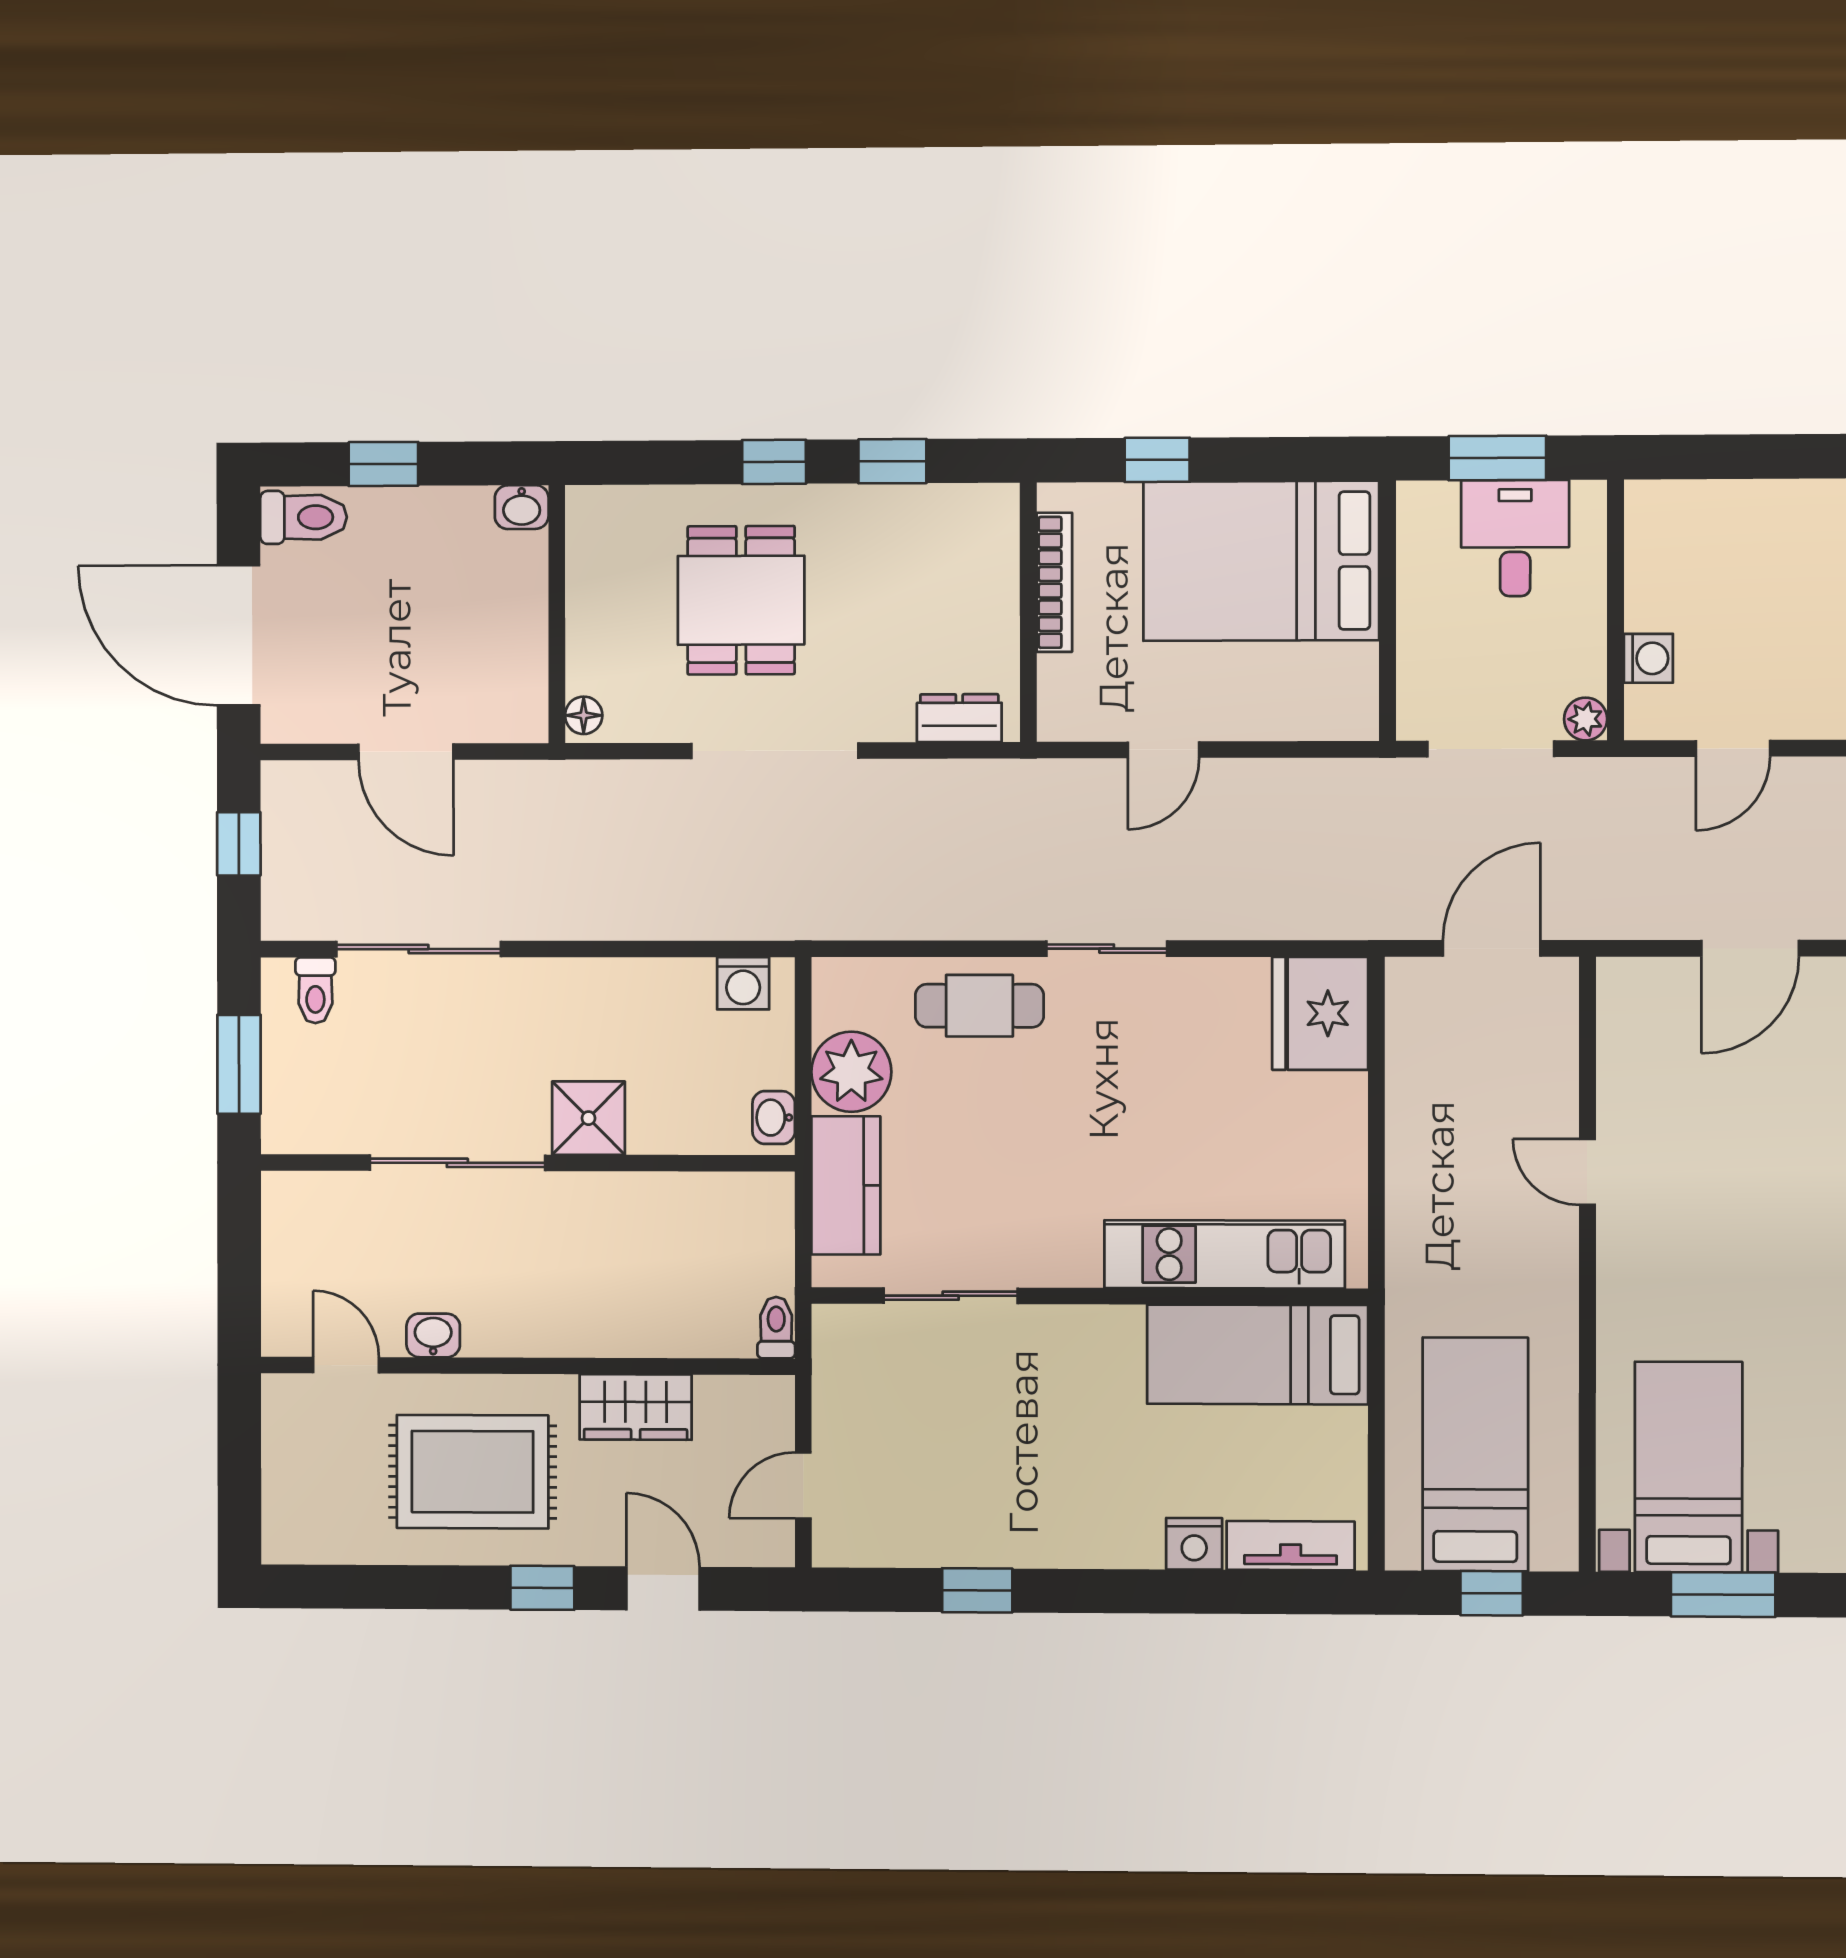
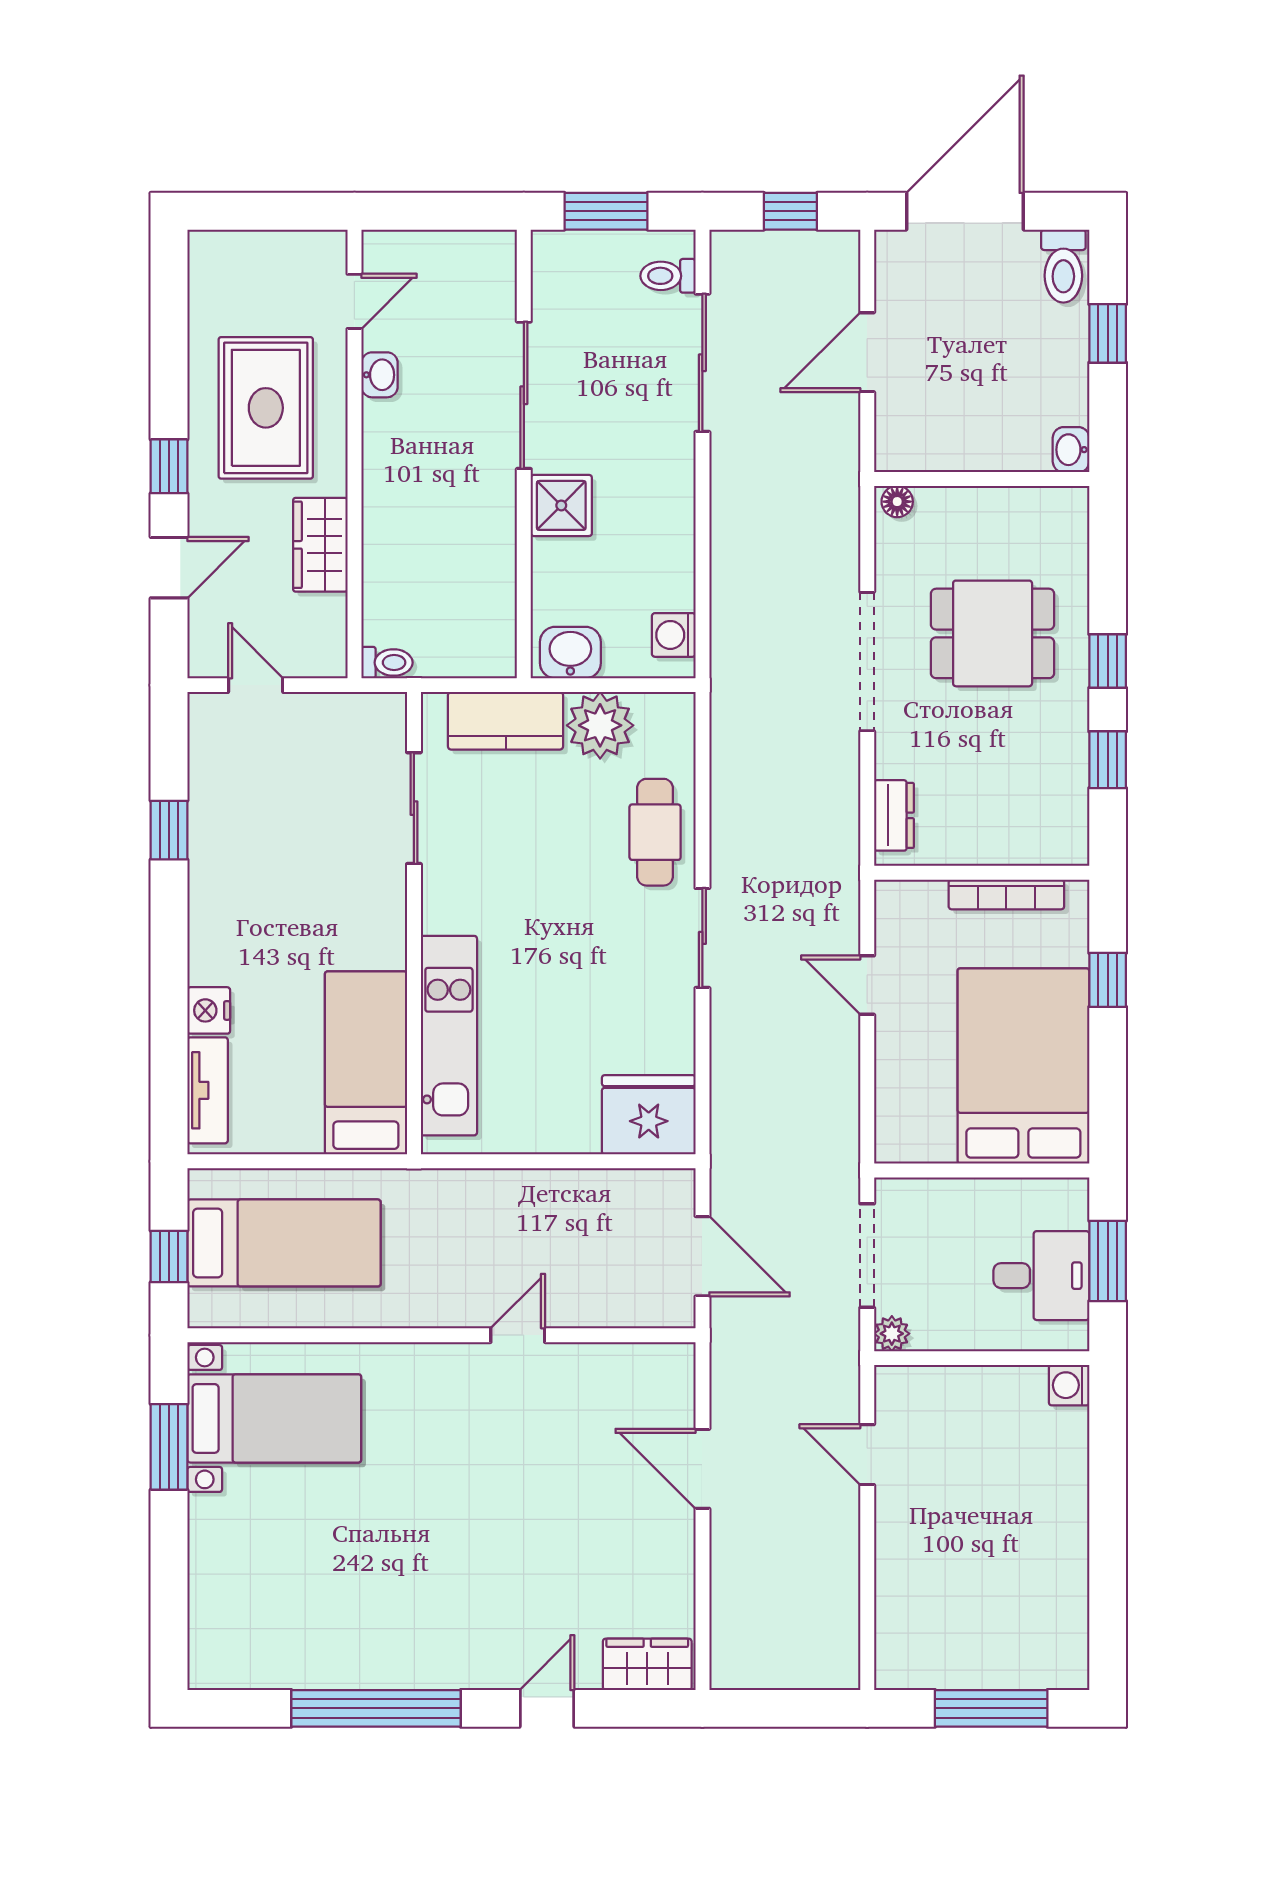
washing machine: (1648, 658) -> (1069, 1385), moved, turned 90
washbasin: (774, 1118) -> (570, 653), width x1.38, depth x1.45

